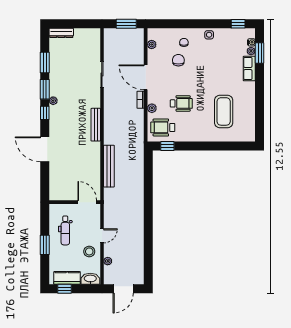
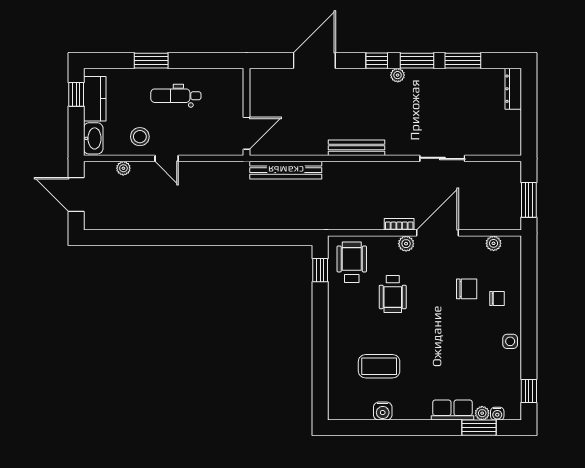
plant: (152, 108) -> (406, 244), moved
water cooler: (250, 109) -> (383, 411), added
coffee table: (224, 111) -> (379, 366), width x0.73, depth x0.76
wall: (75, 202) -> (247, 112), moved
door: (87, 202) -> (247, 133), moved

